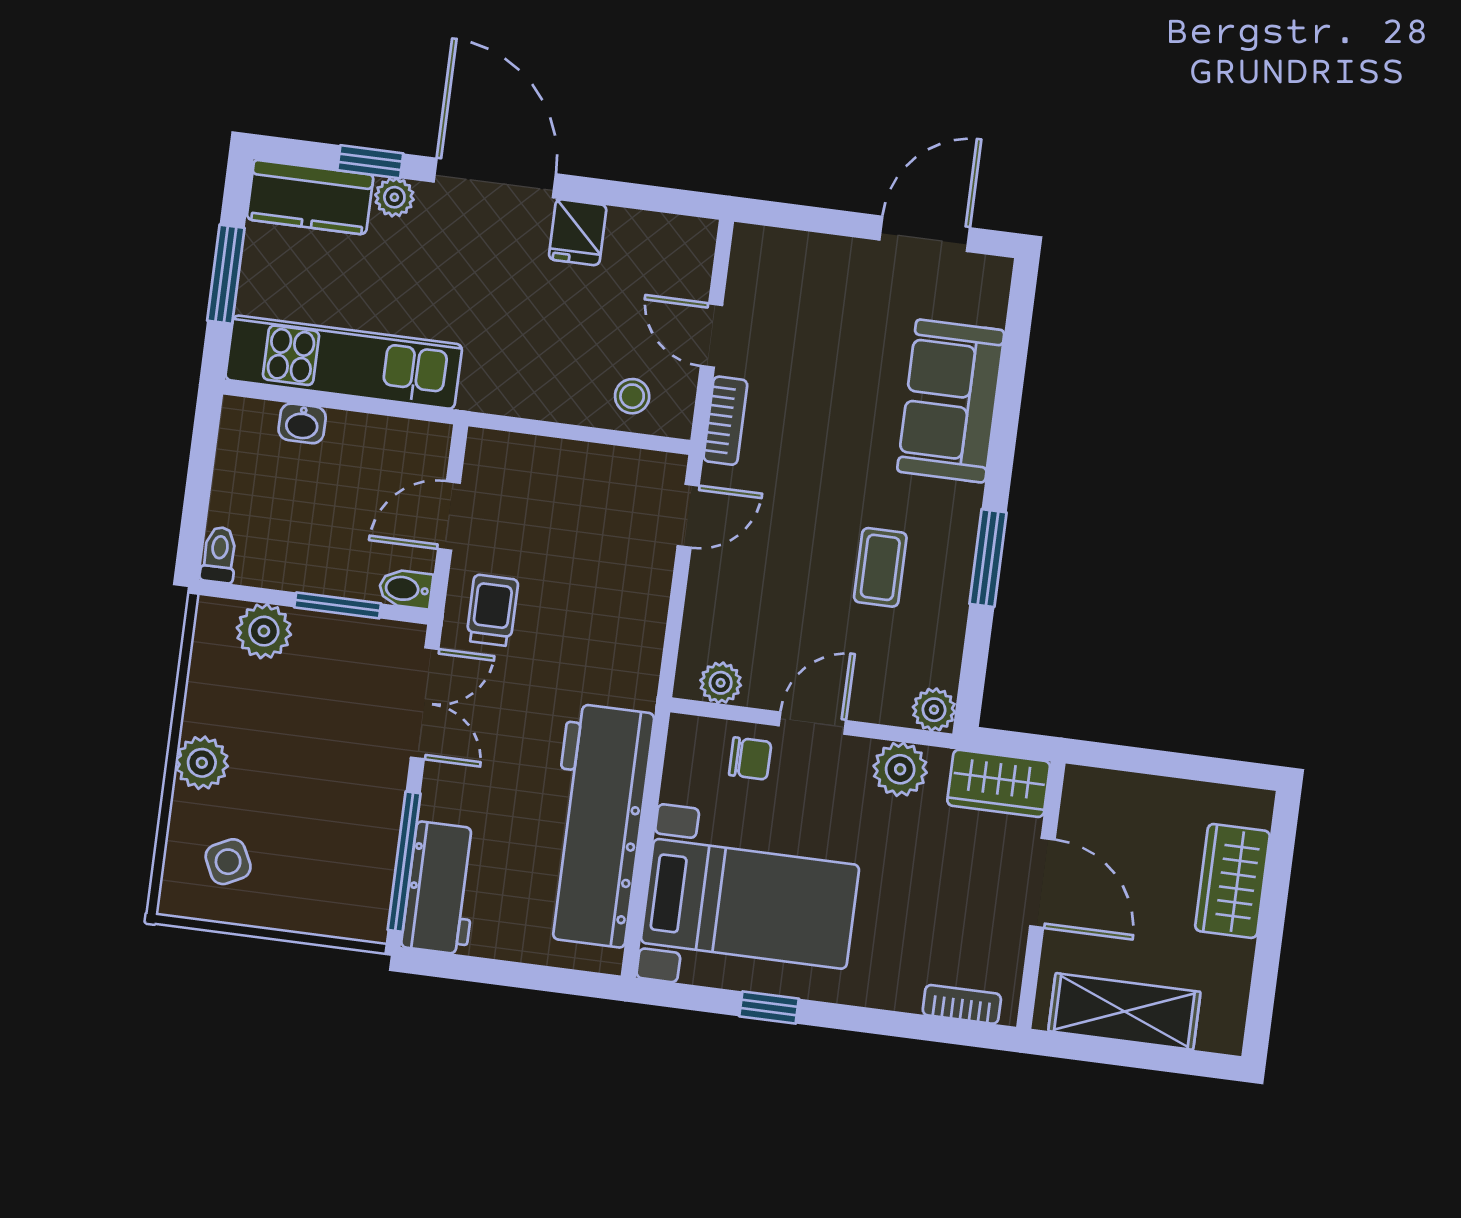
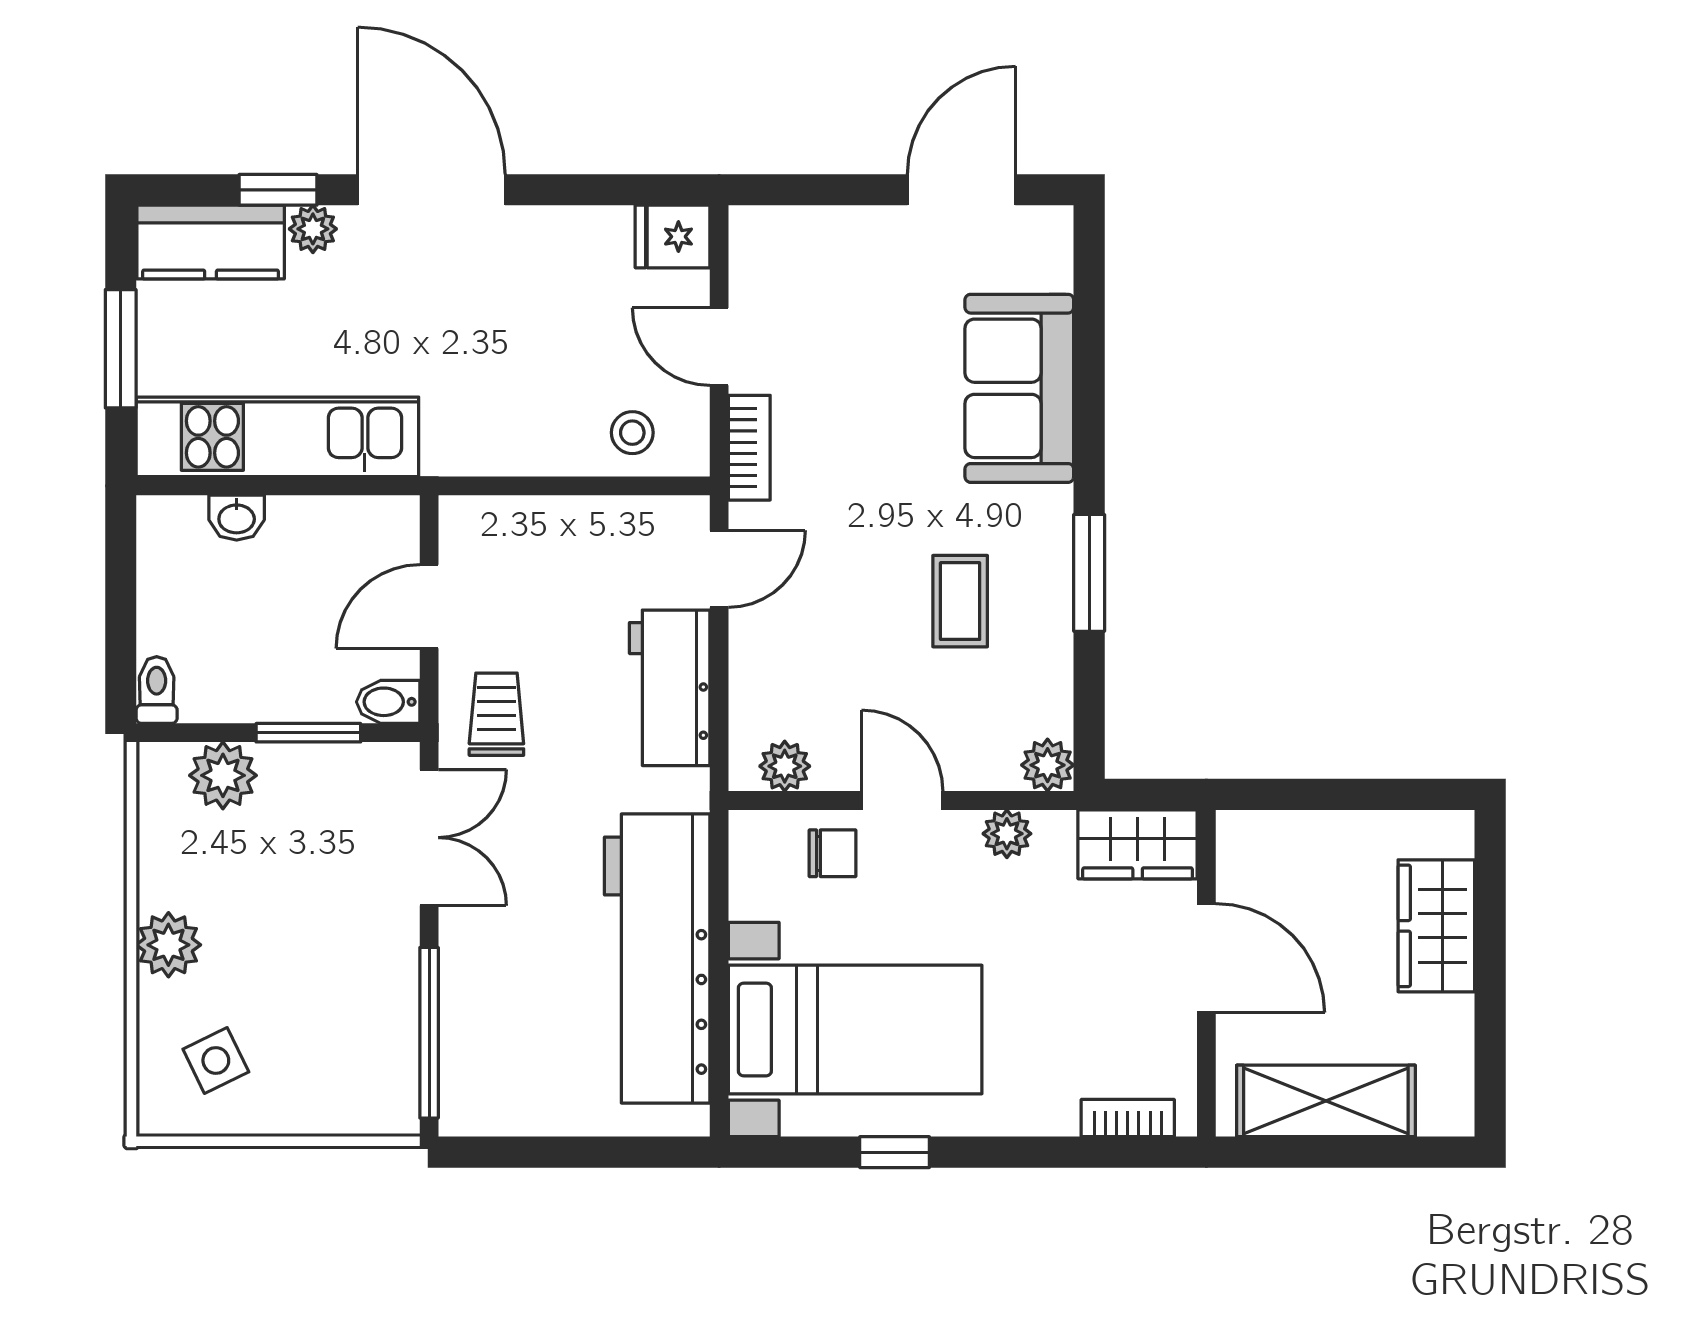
fridge: (578, 232) -> (672, 237), moved, turned 90
door: (812, 723) -> (902, 801), hinge flipped
plant: (900, 769) -> (1007, 834), width x0.73, depth x0.73
workbench: (441, 888) -> (670, 688), moved, turned 180

